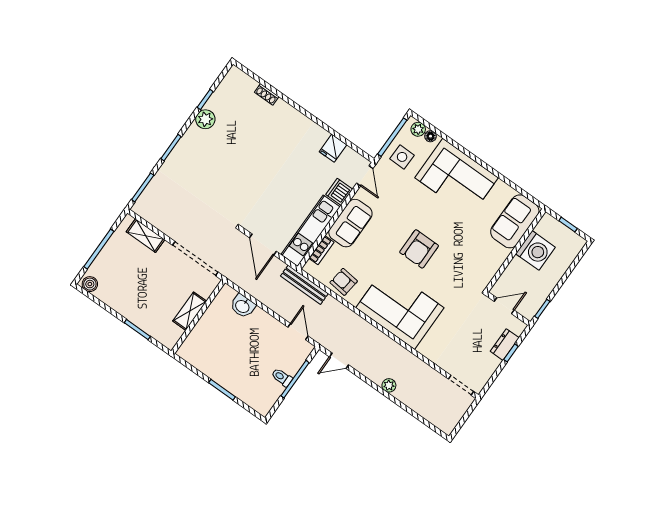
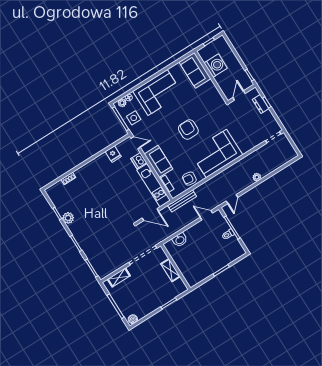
armchair: (419, 249) -> (188, 130), turned 180

